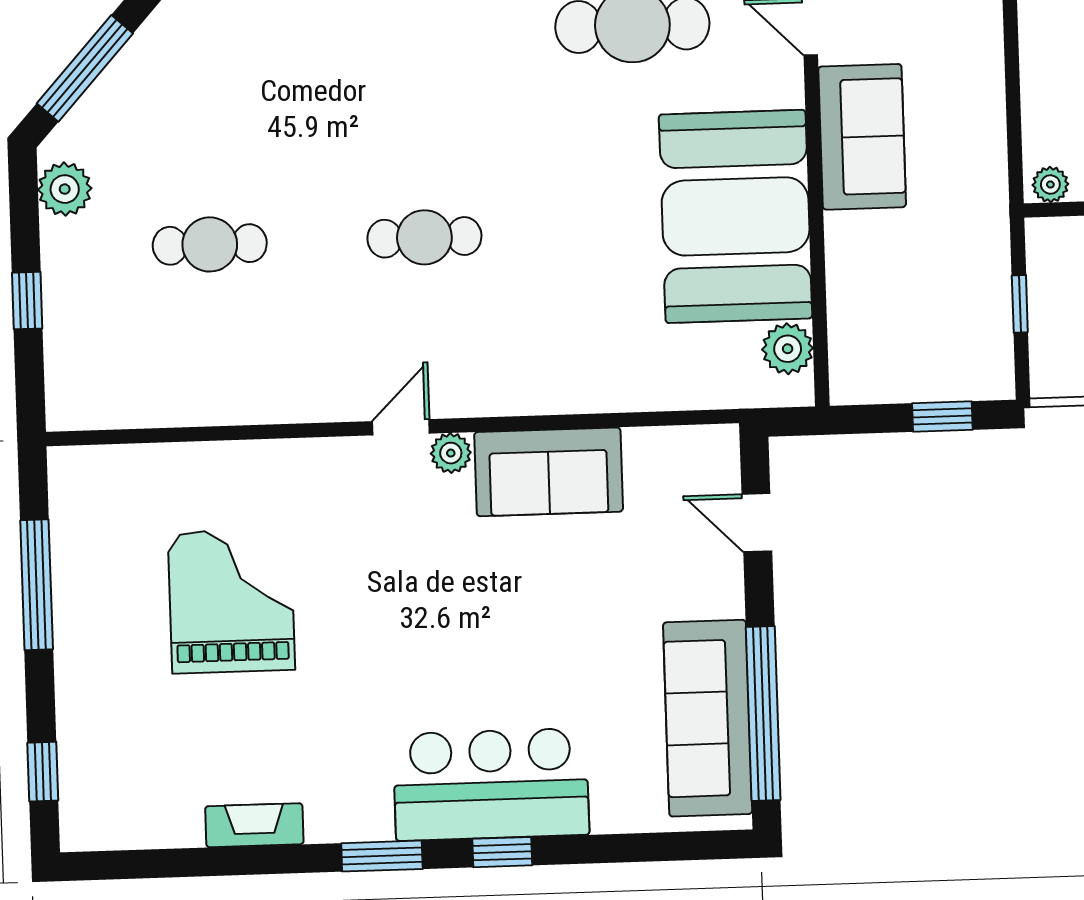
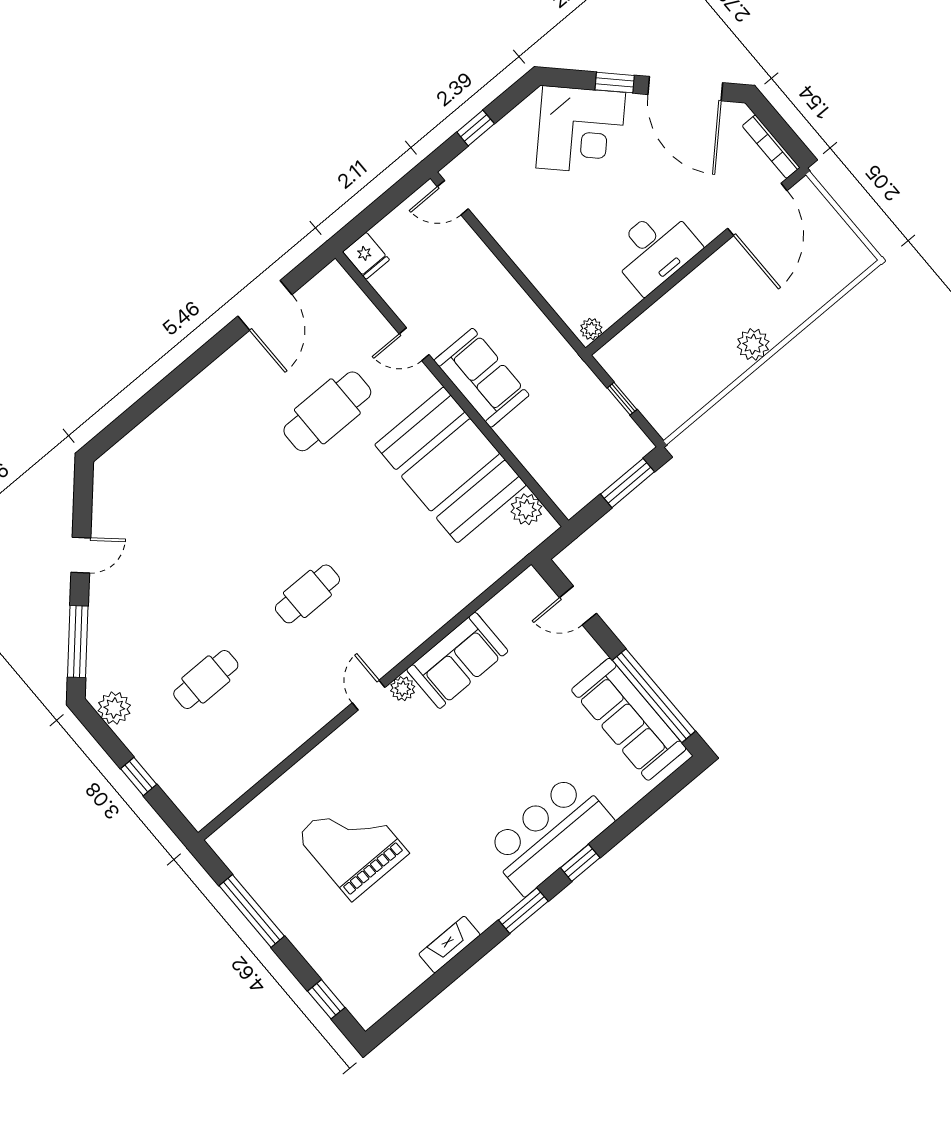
window: (942, 417) -> (627, 483), width x1.50

